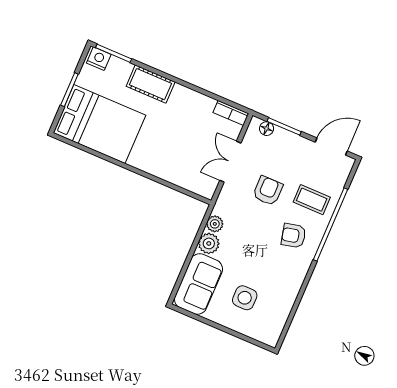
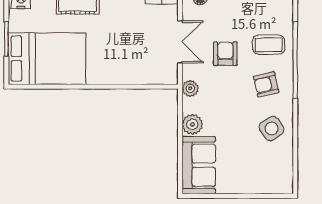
double door: (230, 162) -> (180, 42), swing flipped
plant: (215, 224) -> (190, 88), moved
side table: (245, 298) -> (272, 129), moved, turned -34

